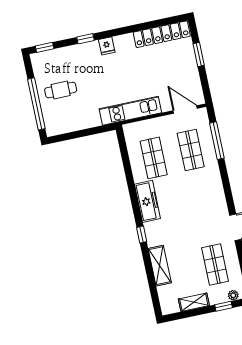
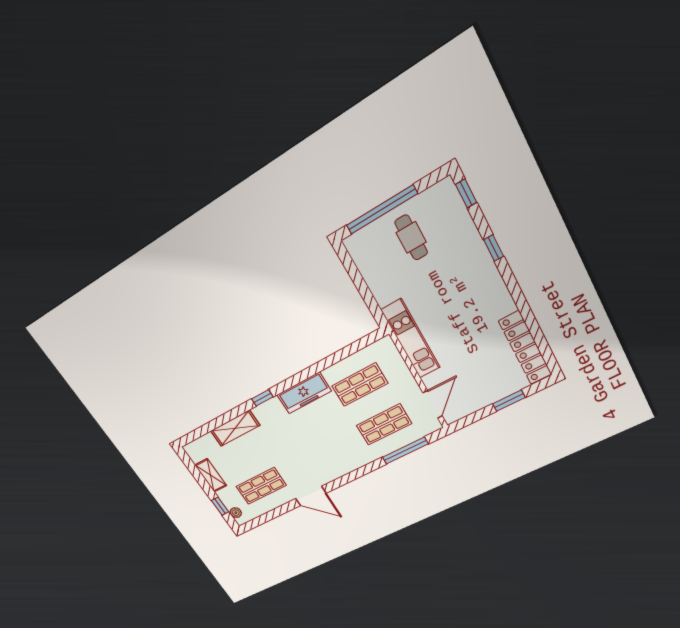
fridge: (107, 46) -> (491, 281), removed

